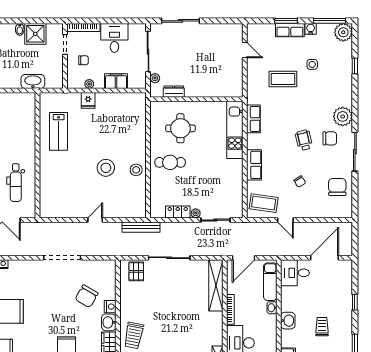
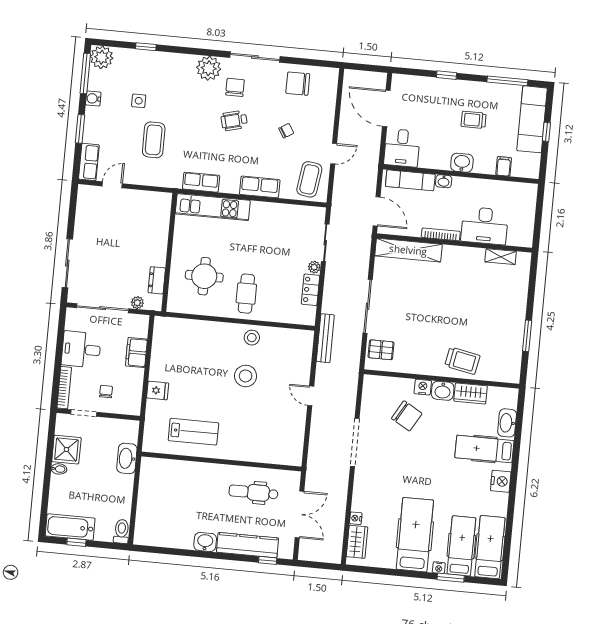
row of seats: (290, 30) -> (89, 162), moved
plant: (89, 84) -> (137, 387), removed
dental chair: (16, 183) -> (254, 492), turned 180

